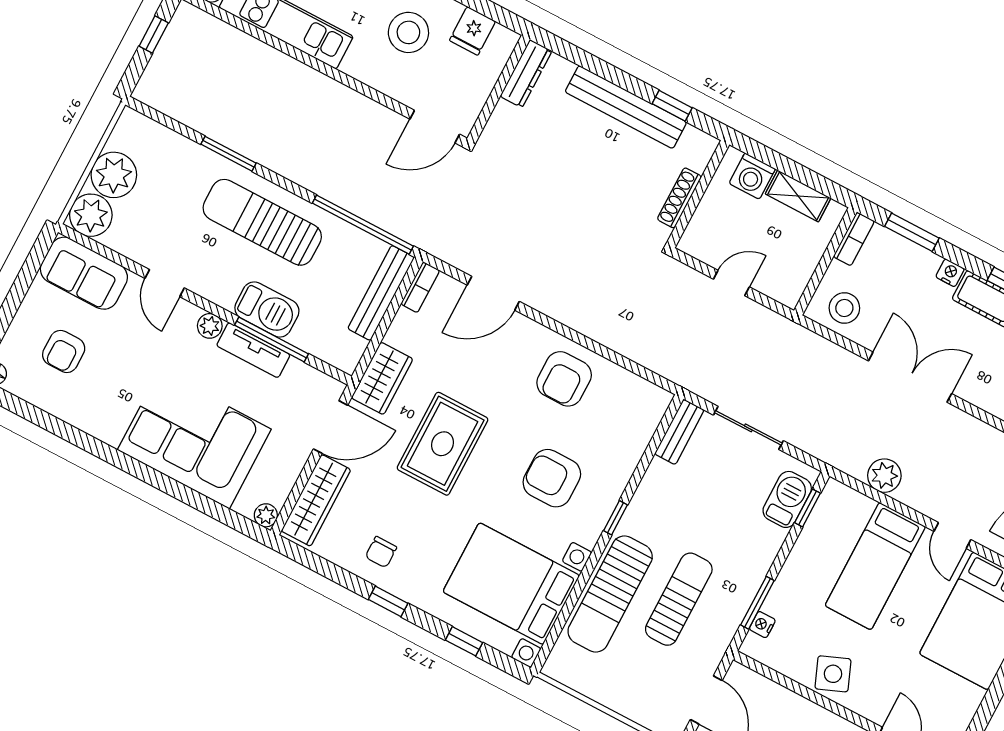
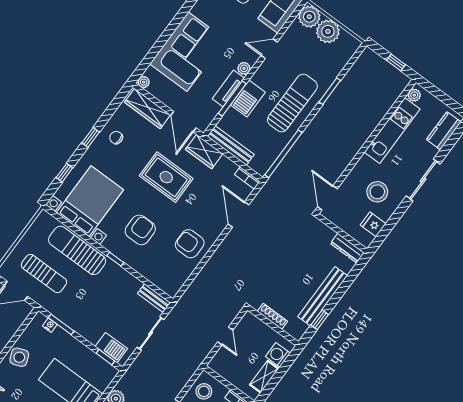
bench: (381, 293) -> (231, 145), moved
sun lounger: (679, 599) -> (44, 274), moved

